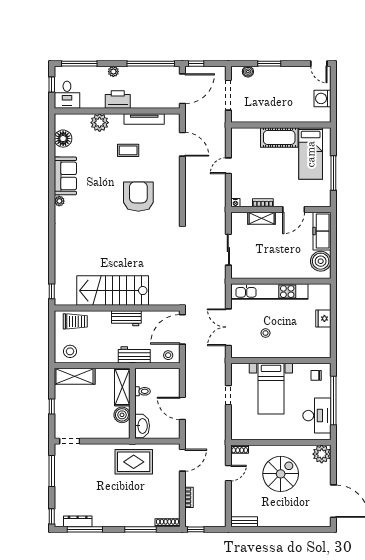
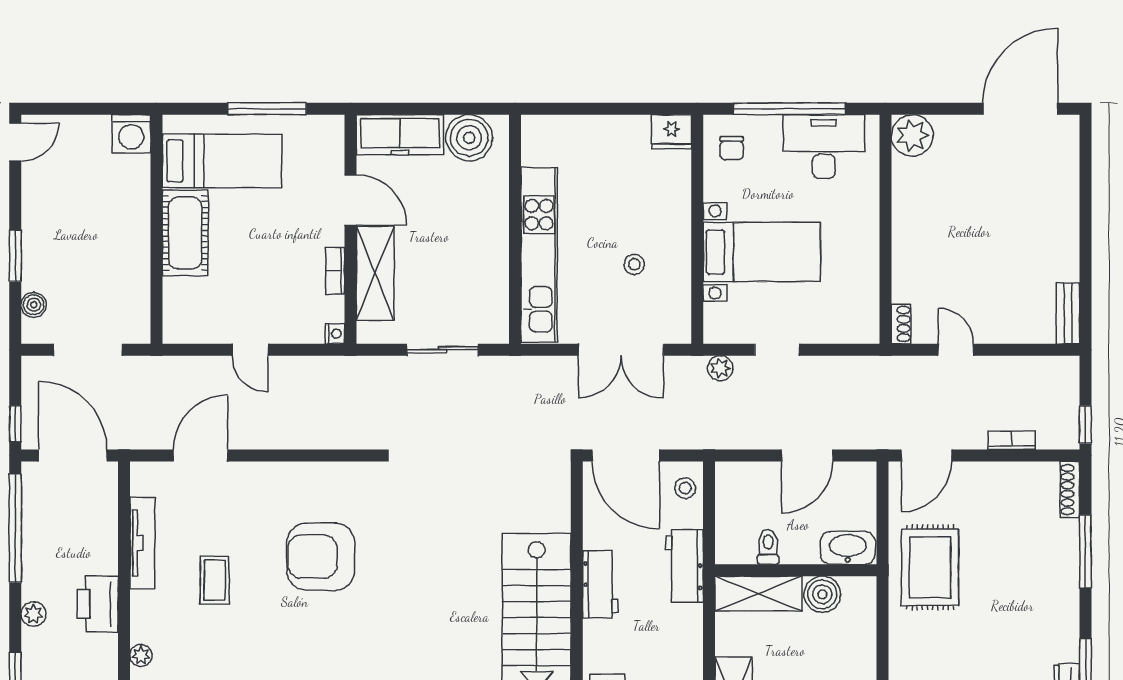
washing machine: (322, 98) -> (131, 134), moved
plant: (100, 123) -> (141, 655), width x0.53, depth x0.53
shelving: (262, 218) -> (375, 273), width x1.50, depth x1.33
fridge: (323, 319) -> (671, 132), moved
plant: (220, 371) -> (720, 368), added
door: (182, 460) -> (926, 456), swing flipped
spiral stairs: (281, 474) -> (958, 230), removed

